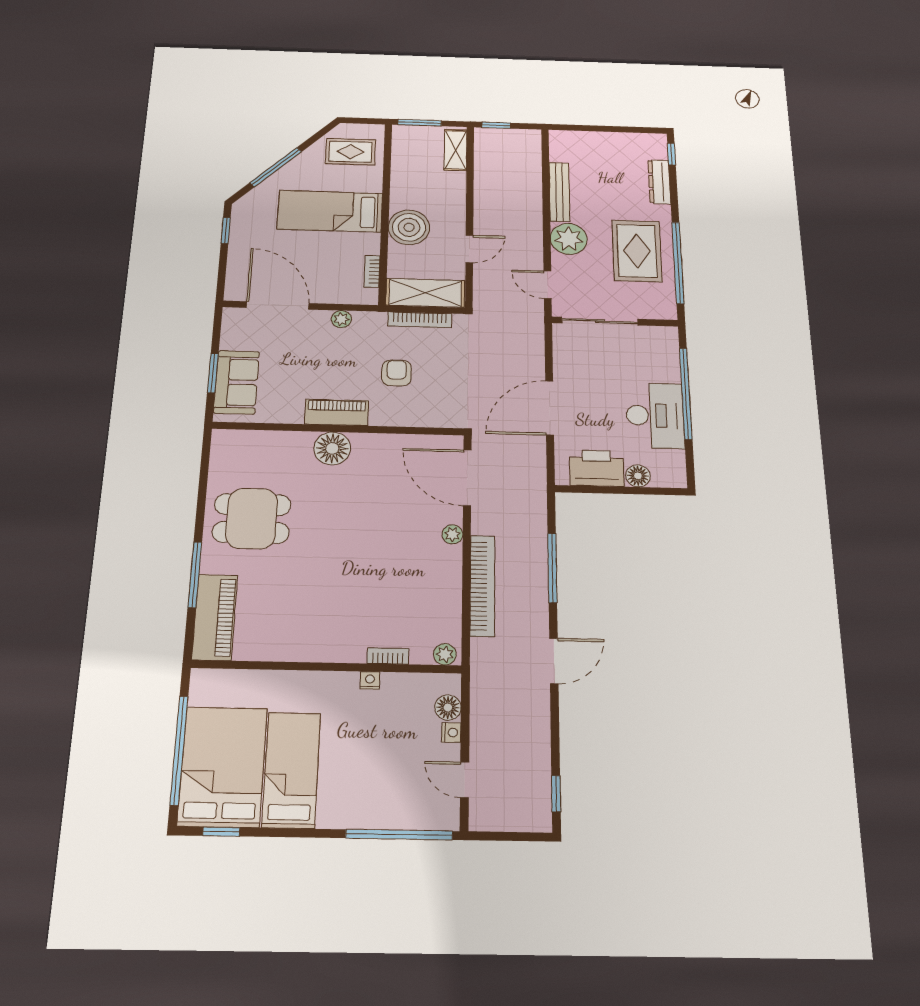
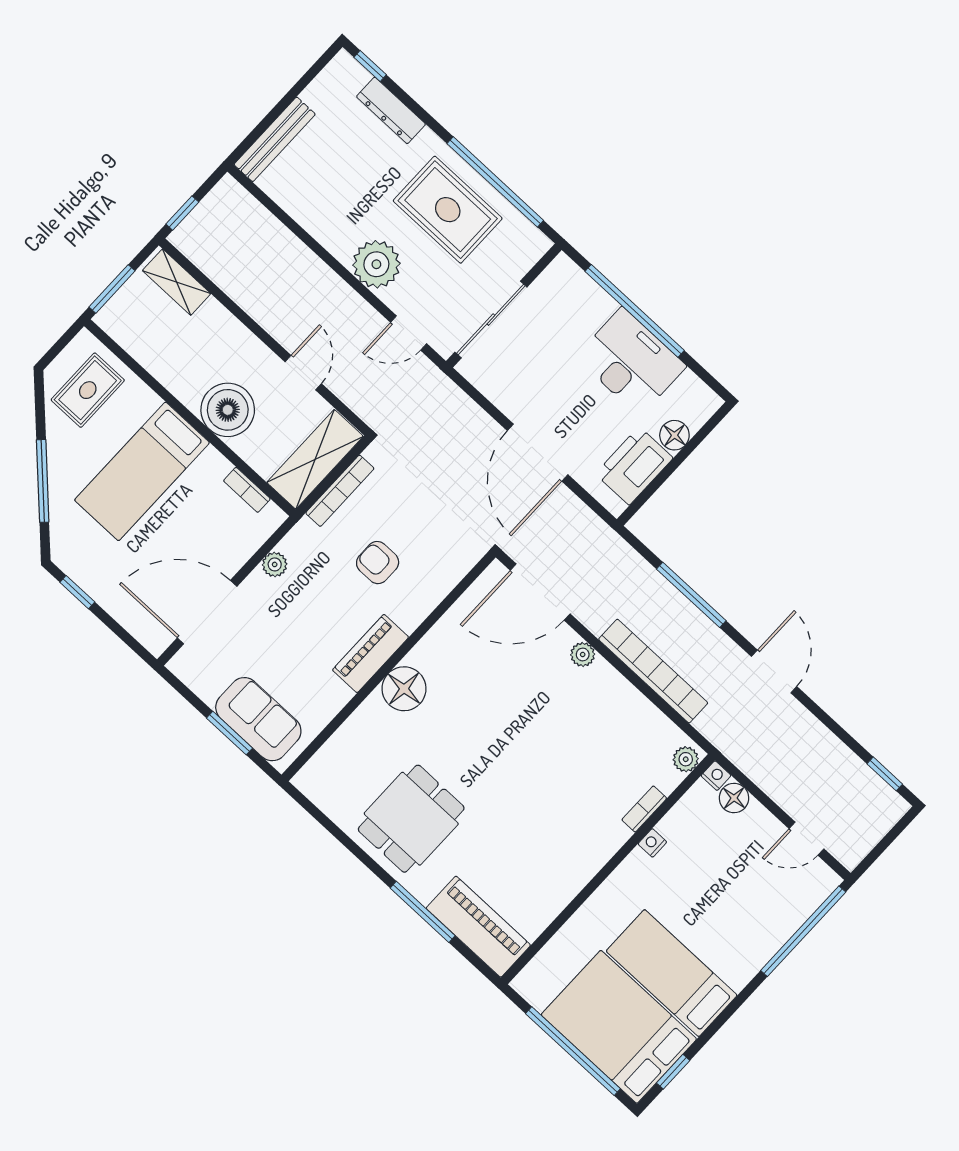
bench: (559, 192) -> (275, 139), moved, turned 90
nightstand: (451, 733) -> (716, 776), moved

